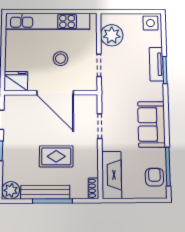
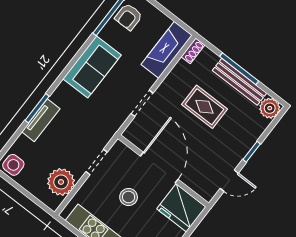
fridge: (16, 81) -> (181, 208), width x1.36, depth x1.34

